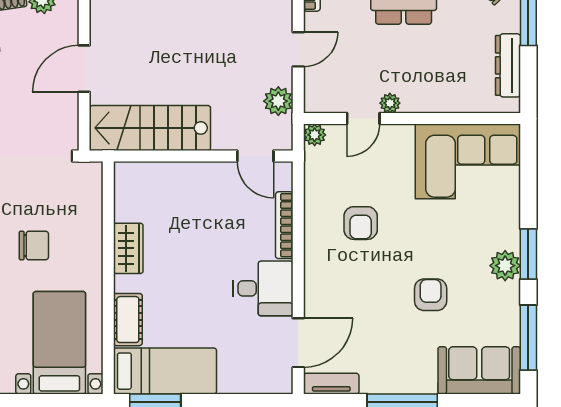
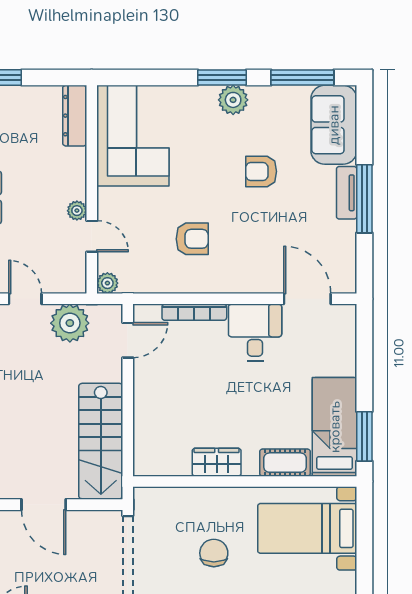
dresser: (508, 65) -> (75, 116), moved, turned 90
plant: (278, 101) -> (70, 323), width x1.36, depth x1.36
tv unit: (331, 384) -> (347, 193), moved

